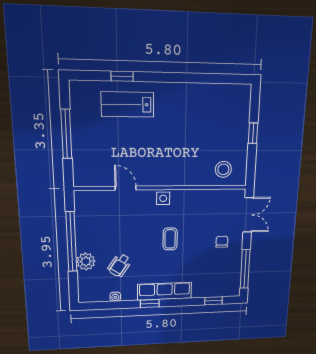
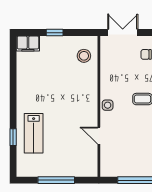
filing cabinet: (242, 99) -> (28, 44), added
door: (126, 188) -> (99, 136), hinge flipped

